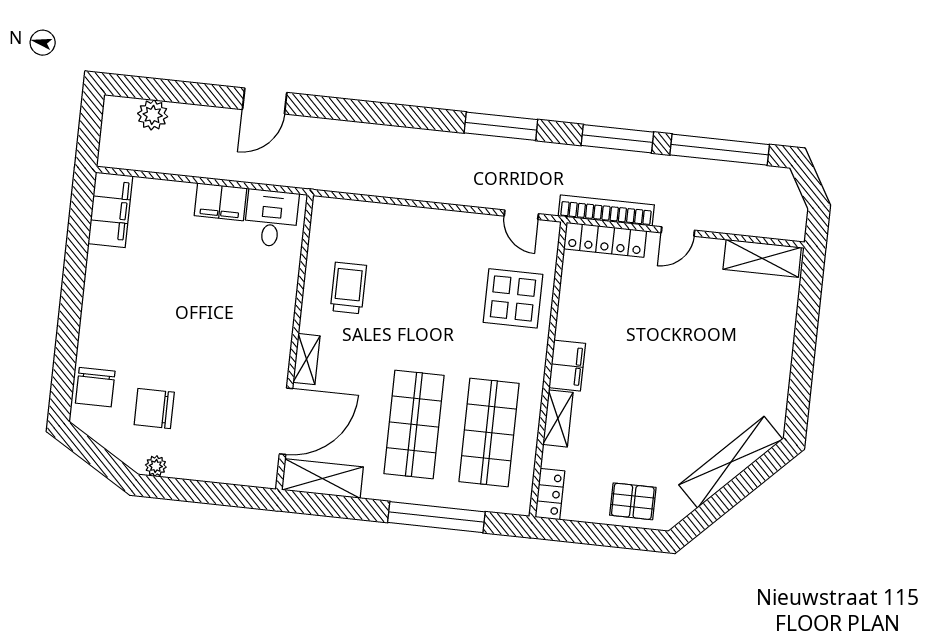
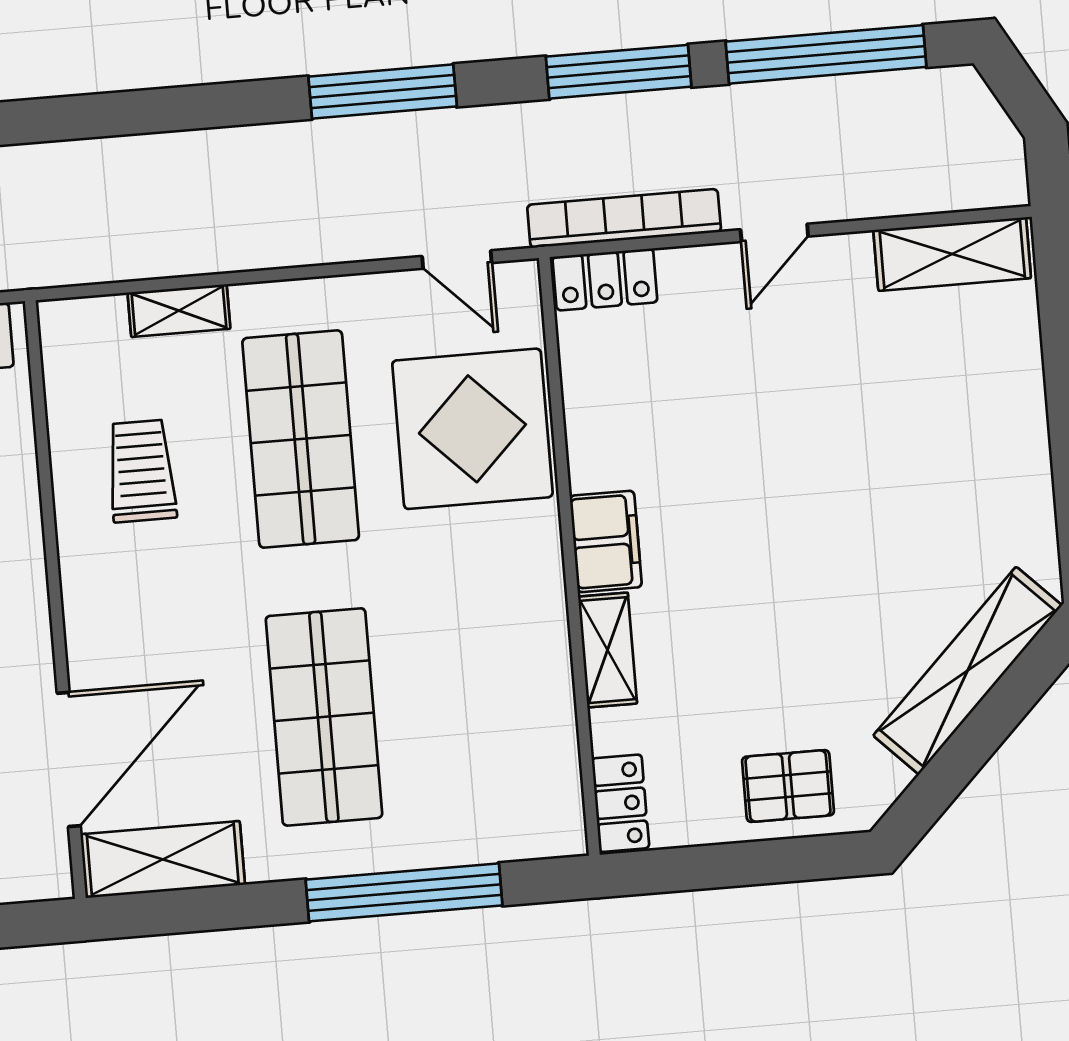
locker: (605, 240) -> (605, 280), width x0.66
display table: (513, 298) -> (472, 429), width x1.36, depth x1.36
shelving: (307, 359) -> (179, 311), moved, turned 90
shop shelf: (489, 432) -> (301, 439), moved

